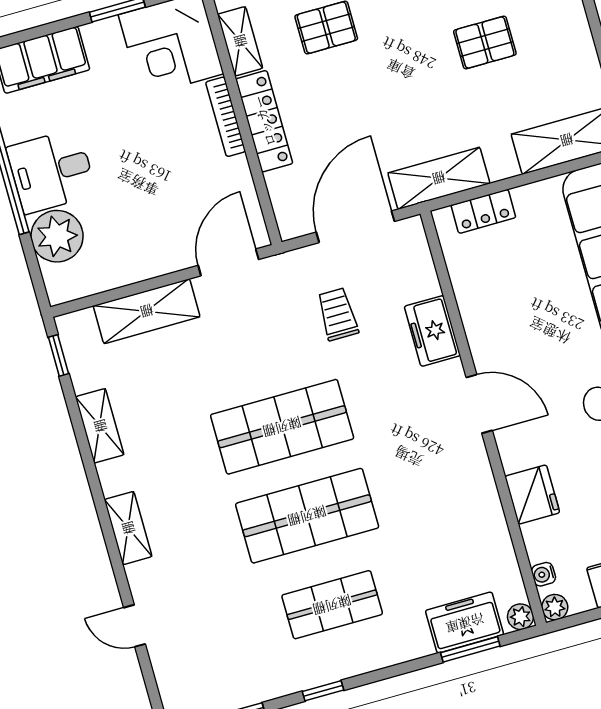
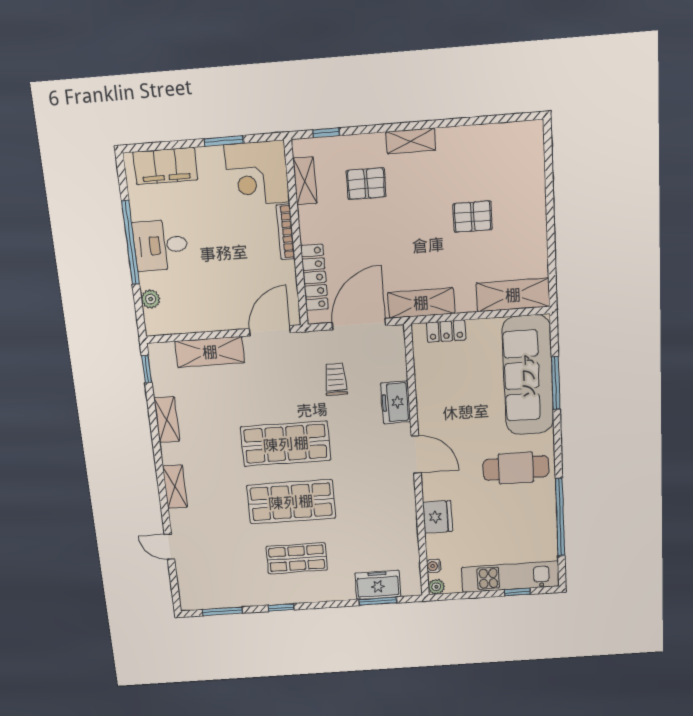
locker: (264, 121) -> (314, 277), moved
plant: (57, 236) -> (151, 299), width x0.53, depth x0.53
plant: (520, 617) -> (414, 588), removed

